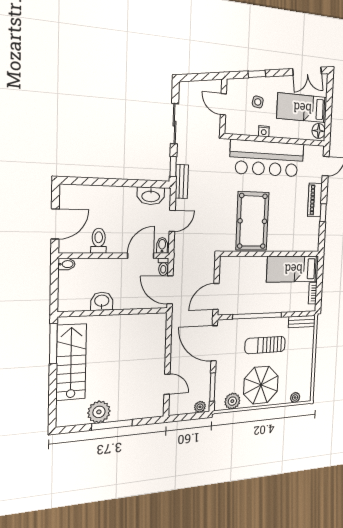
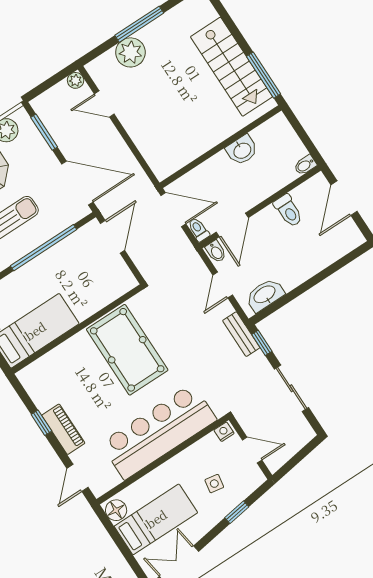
nightstand: (264, 131) -> (224, 432), moved
plant: (200, 407) -> (76, 80), moved
plant: (99, 412) -> (130, 52), moved

